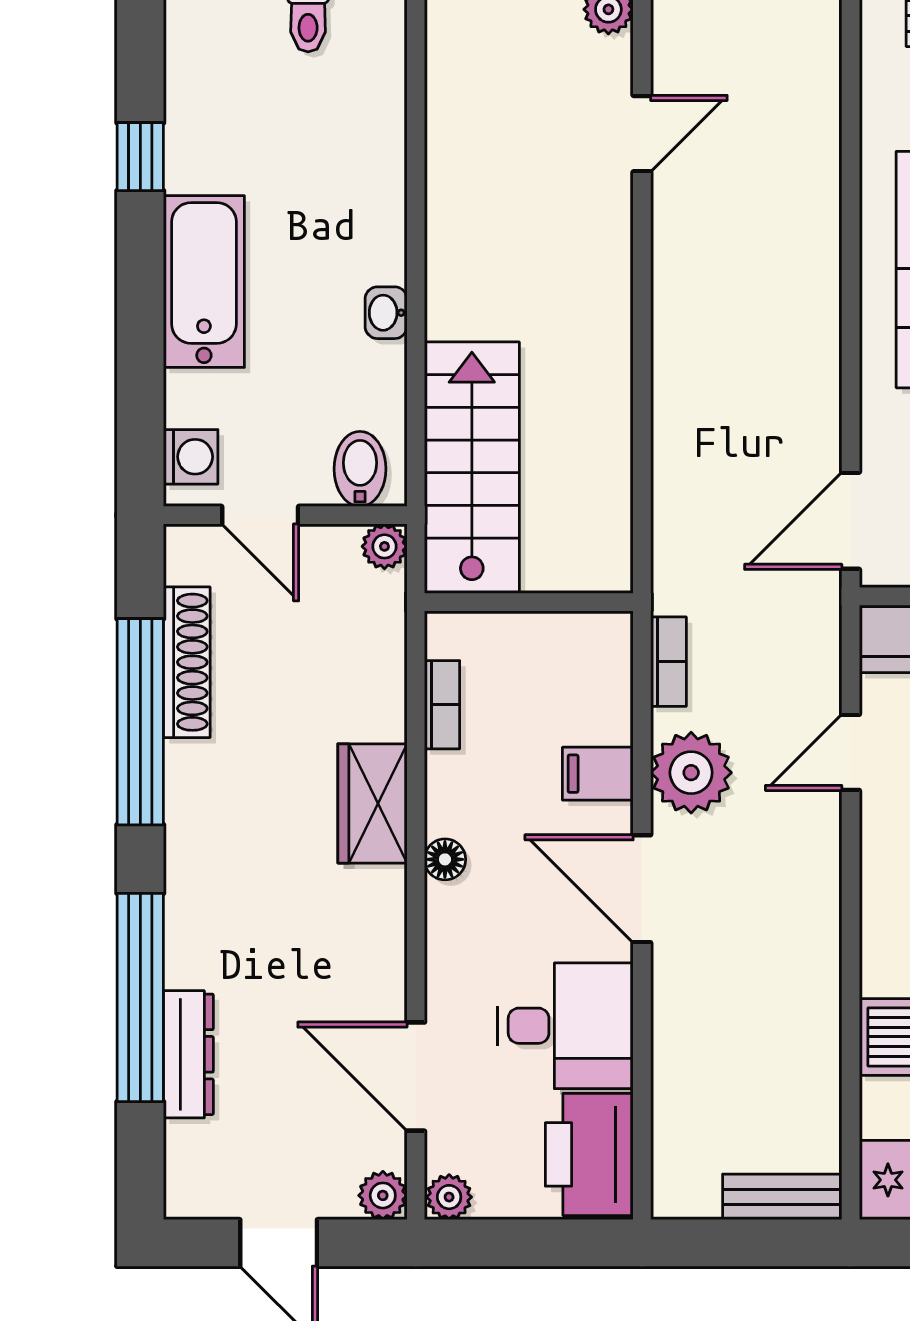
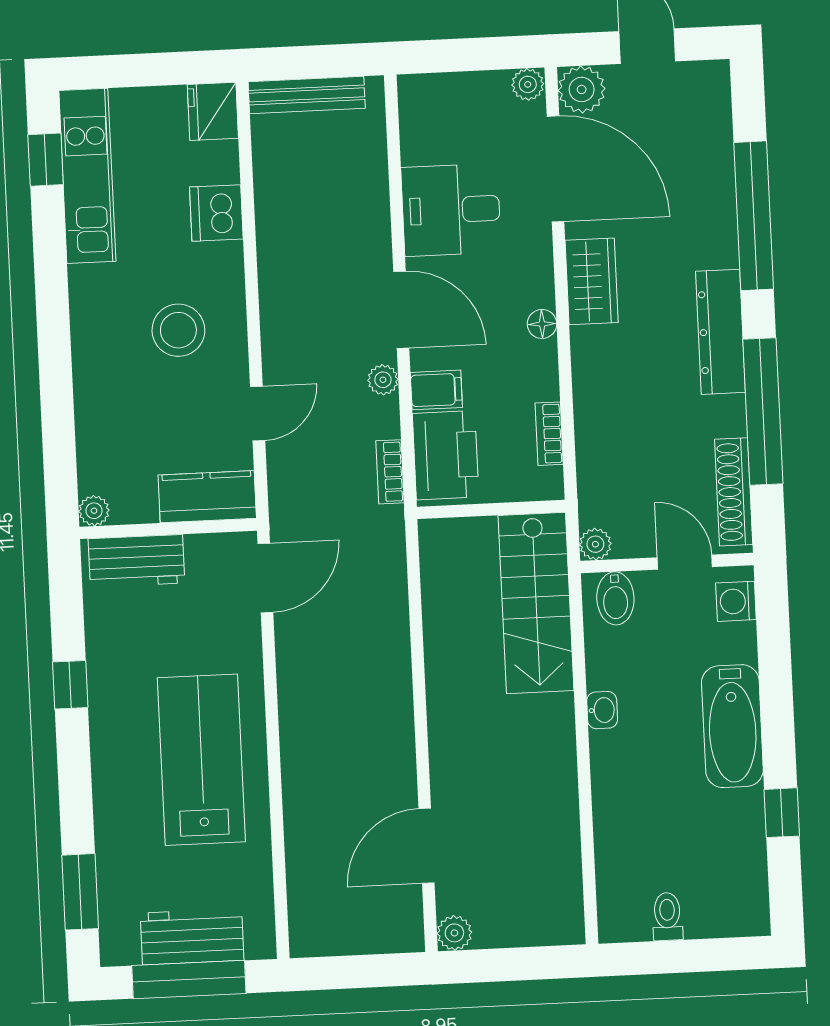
door: (642, 134) -> (427, 846), width x1.38
shoe rack: (187, 662) -> (734, 492), moved
plant: (691, 773) -> (383, 380), width x0.53, depth x0.53
wardrobe: (372, 803) -> (592, 281), moved
dresser: (188, 1054) -> (721, 332), moved, width x1.37, depth x1.24
door: (416, 1077) -> (555, 169), width x1.36
printer: (589, 1154) -> (446, 455), moved
plant: (383, 1195) -> (582, 89), width x1.38, depth x1.38
bench: (782, 1197) -> (307, 95), width x1.36

